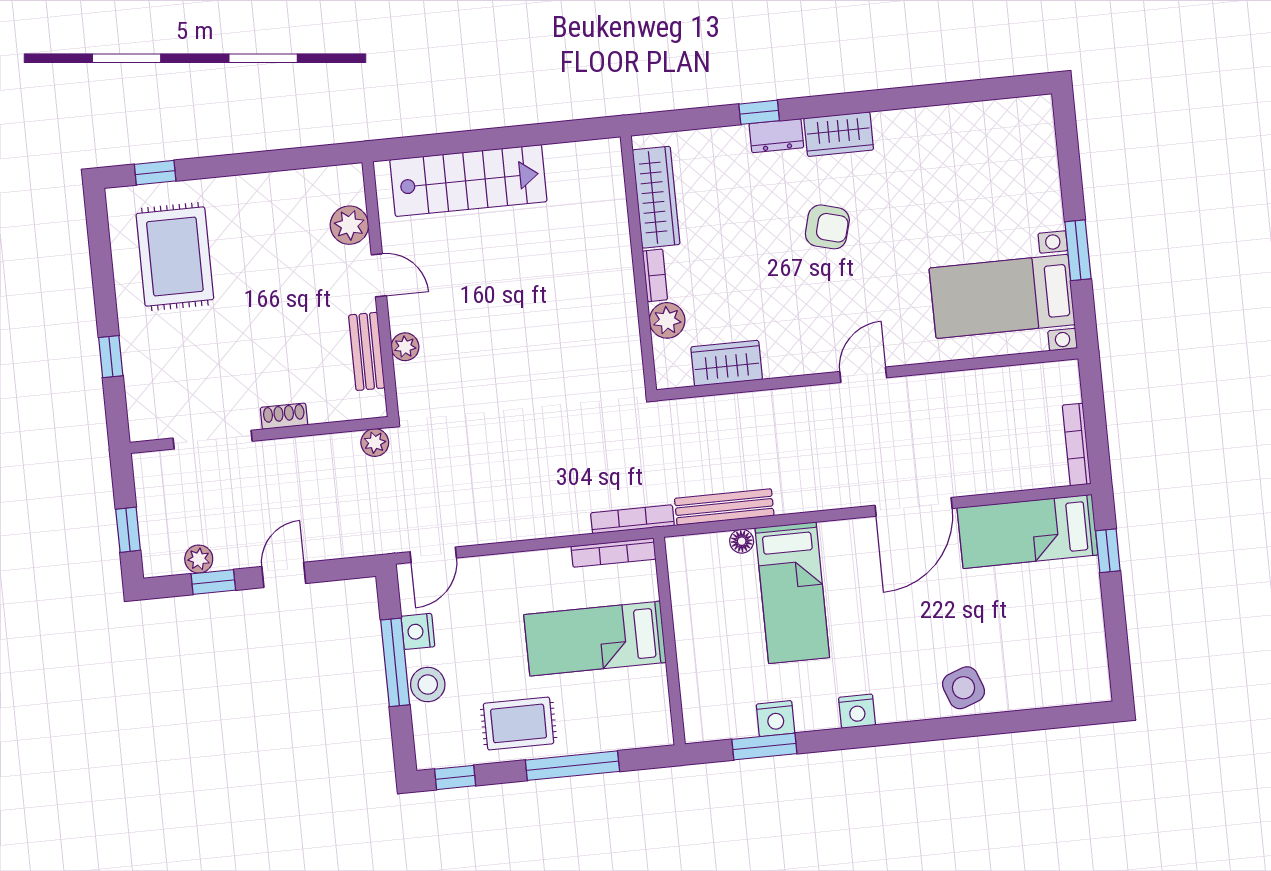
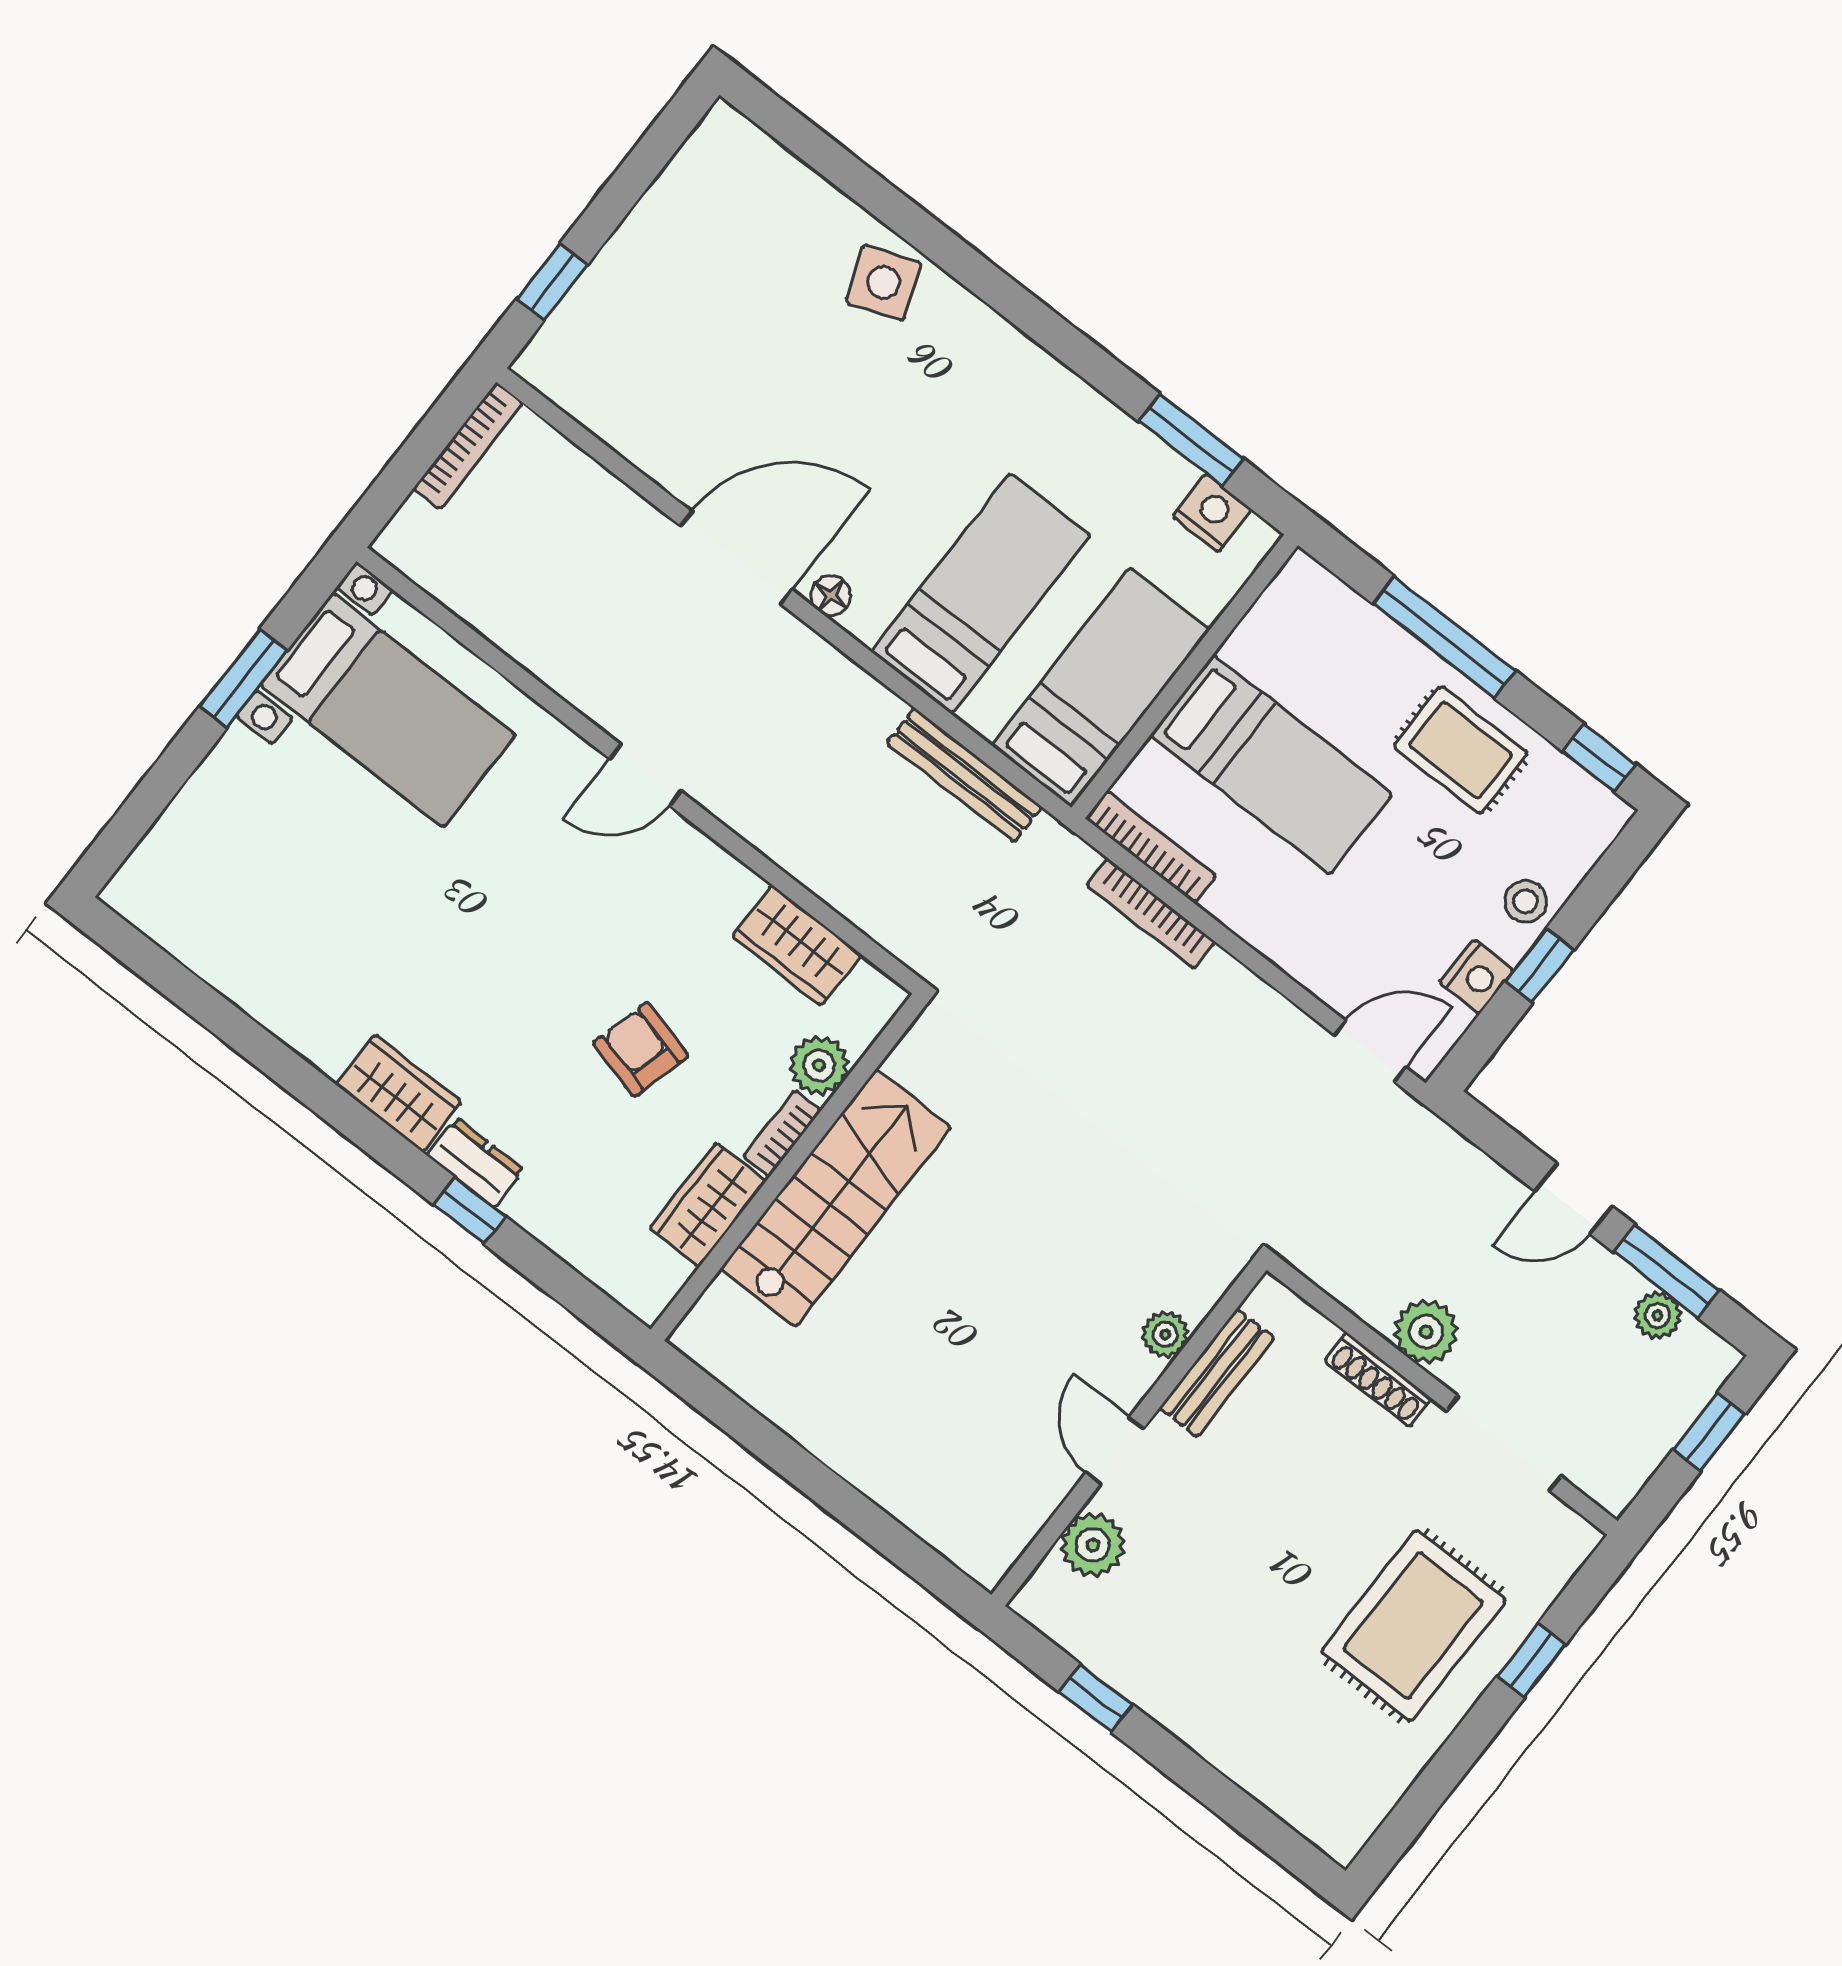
window: (155, 173) -> (1096, 1698), moved
stairs: (468, 181) -> (836, 1198), moved, turned 90
wardrobe: (656, 197) -> (708, 1205), width x0.67
armchair: (827, 227) -> (641, 1049), moved
rug: (175, 257) -> (1414, 1626), moved
shoe rack: (284, 416) -> (1378, 1380), width x1.43
plant: (375, 443) -> (1426, 1332), moved, width x1.38, depth x1.38
bookcase: (632, 519) -> (1151, 913), moved
bed: (1028, 531) -> (1101, 688), moved, turned -90
floor lamp: (742, 541) -> (831, 595), moved
window: (213, 582) -> (1666, 1271), width x1.50
window: (395, 662) -> (1539, 965), width x0.46
stool: (428, 685) -> (1526, 901), width x0.73, depth x0.73
nightstand: (857, 711) -> (1039, 376), removed
nightstand: (776, 719) -> (1212, 513), moved

